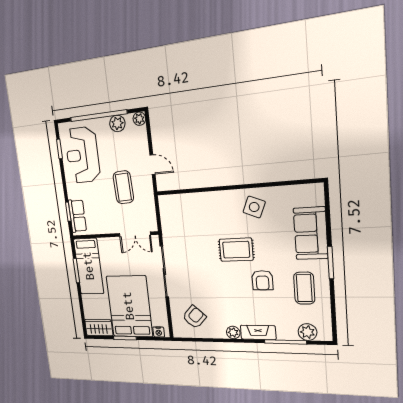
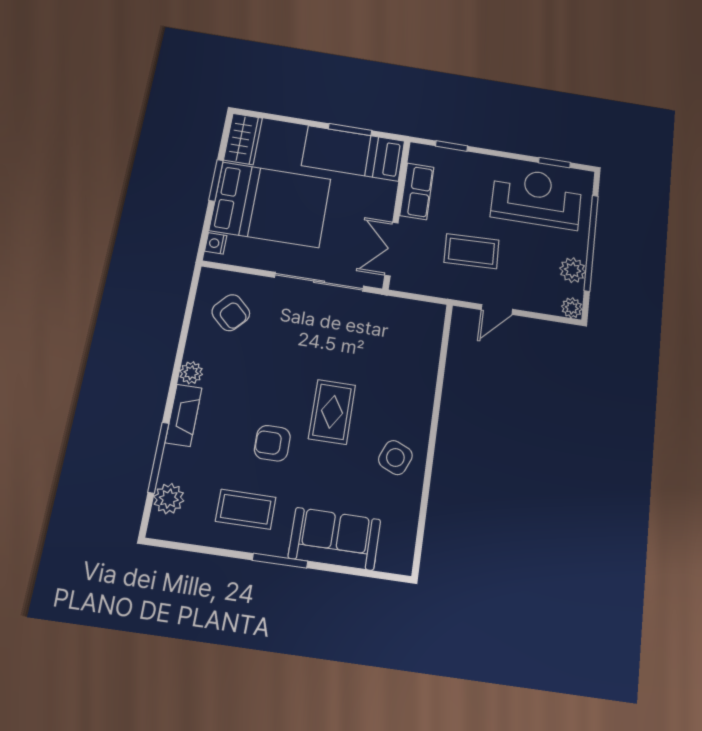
row of seats: (77, 216) -> (417, 191), moved, turned -90

